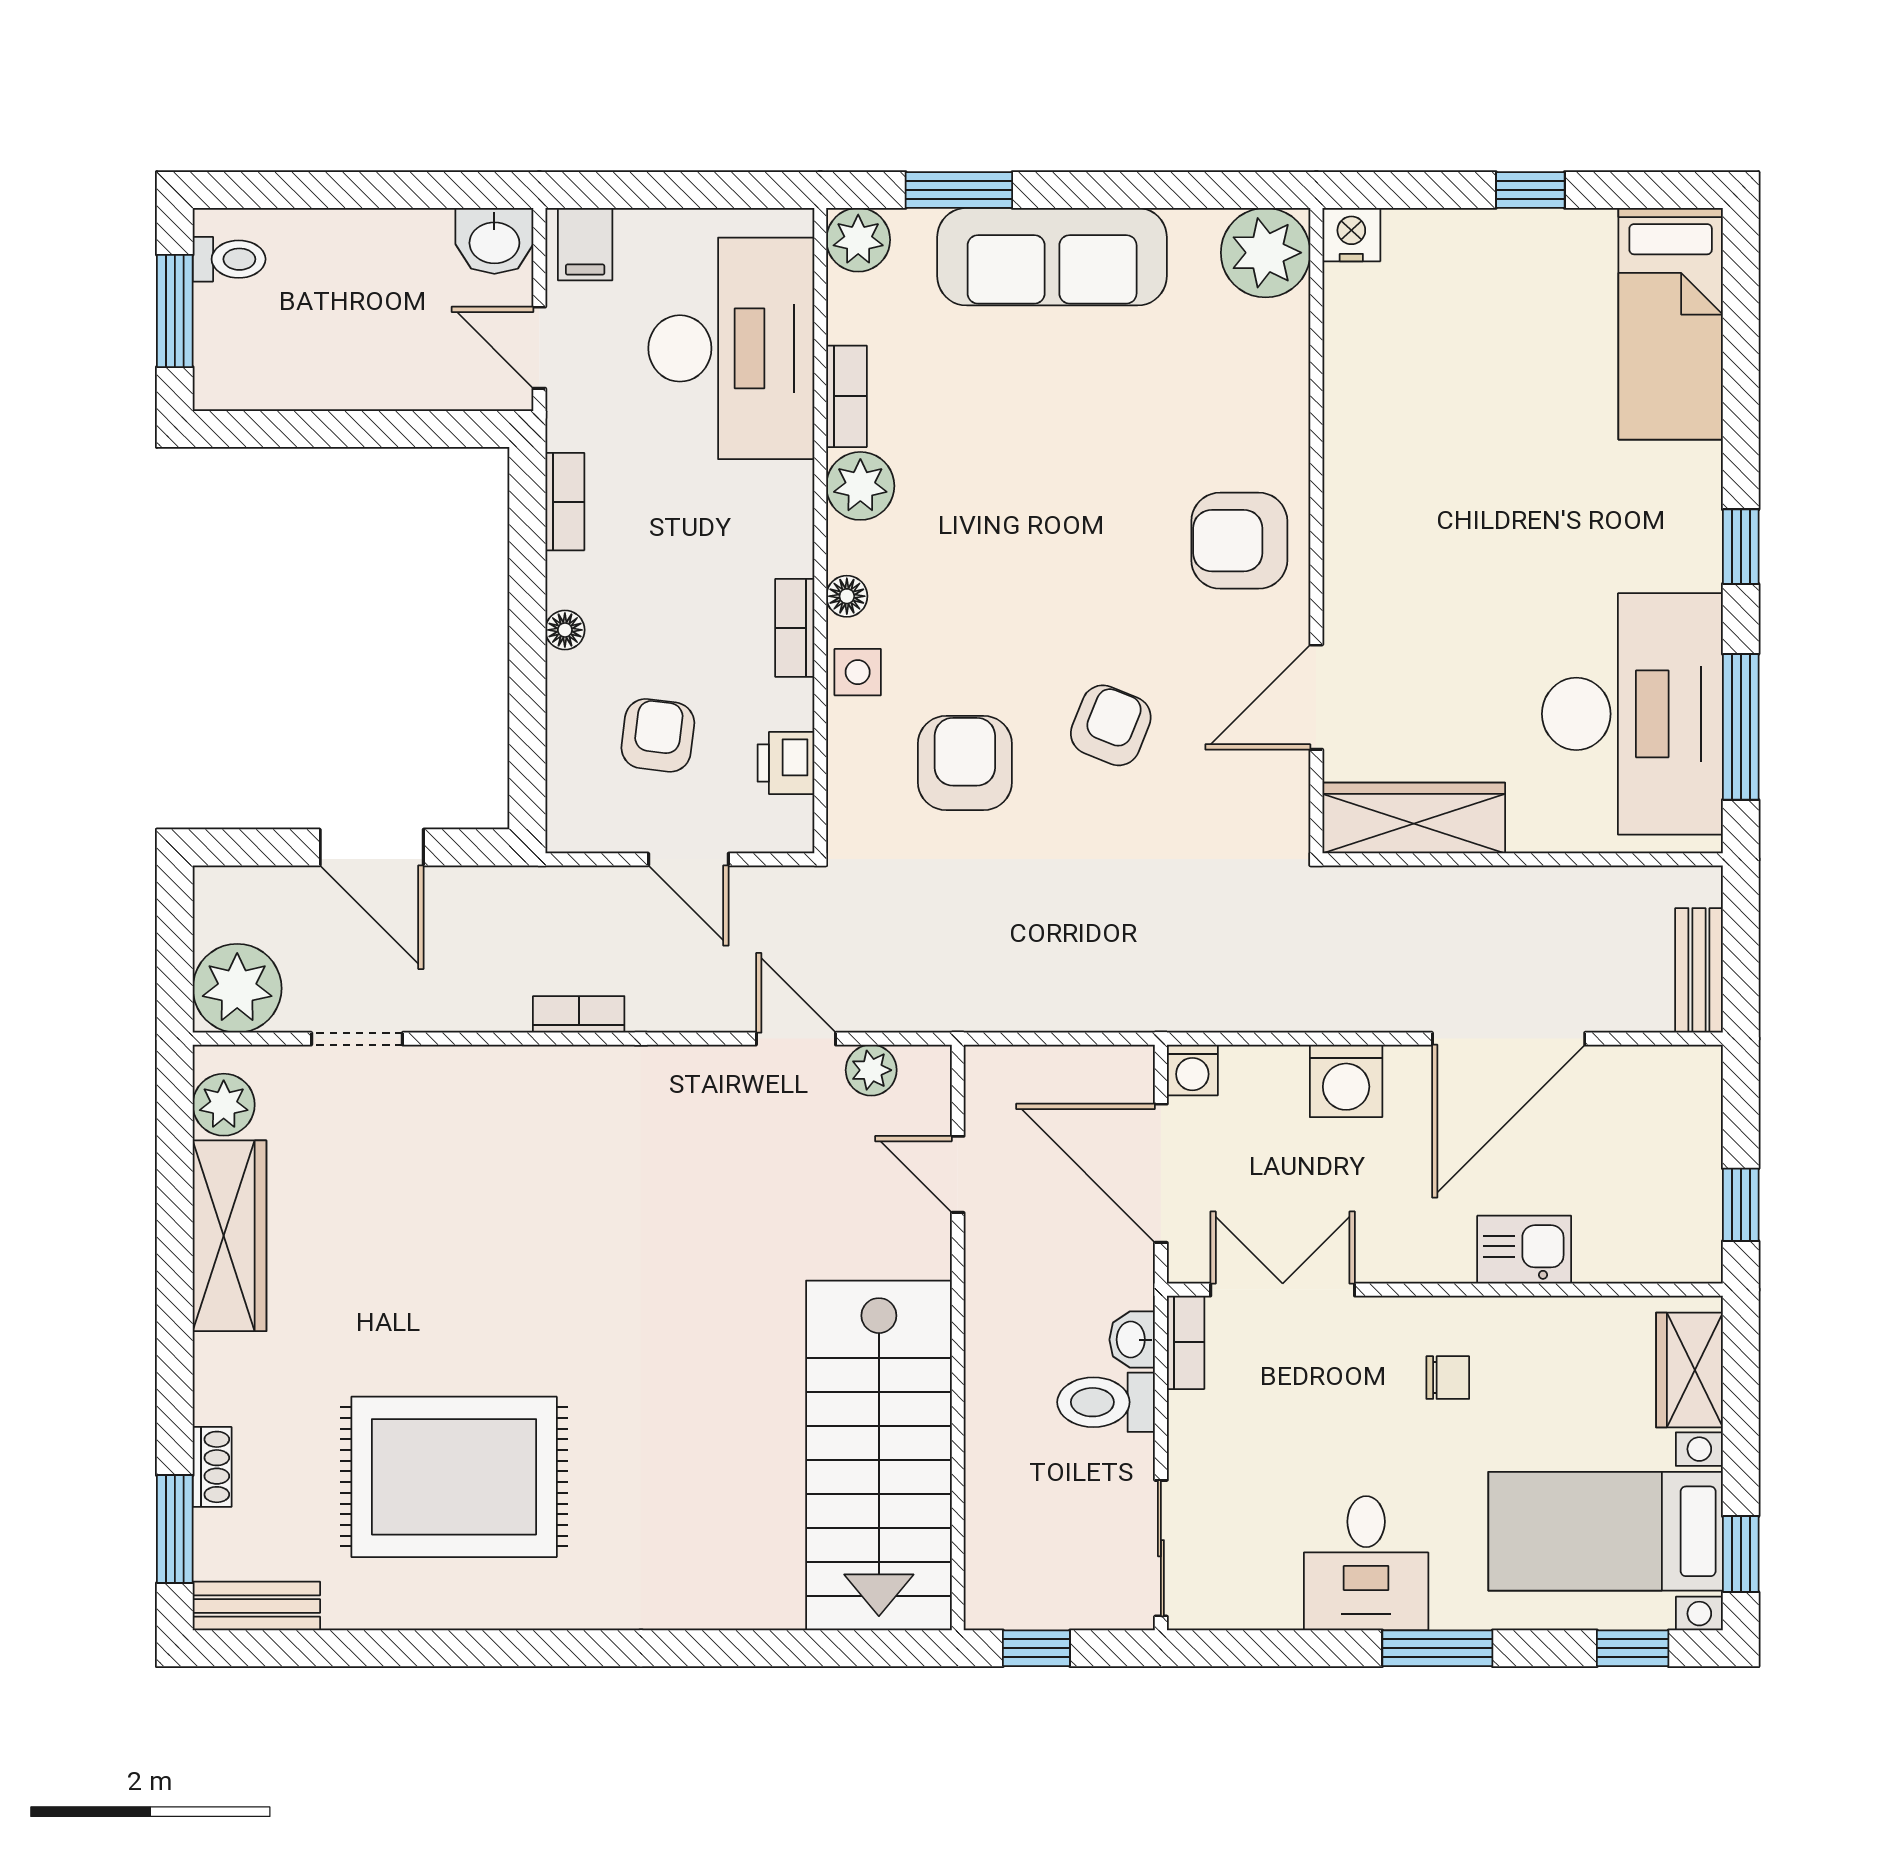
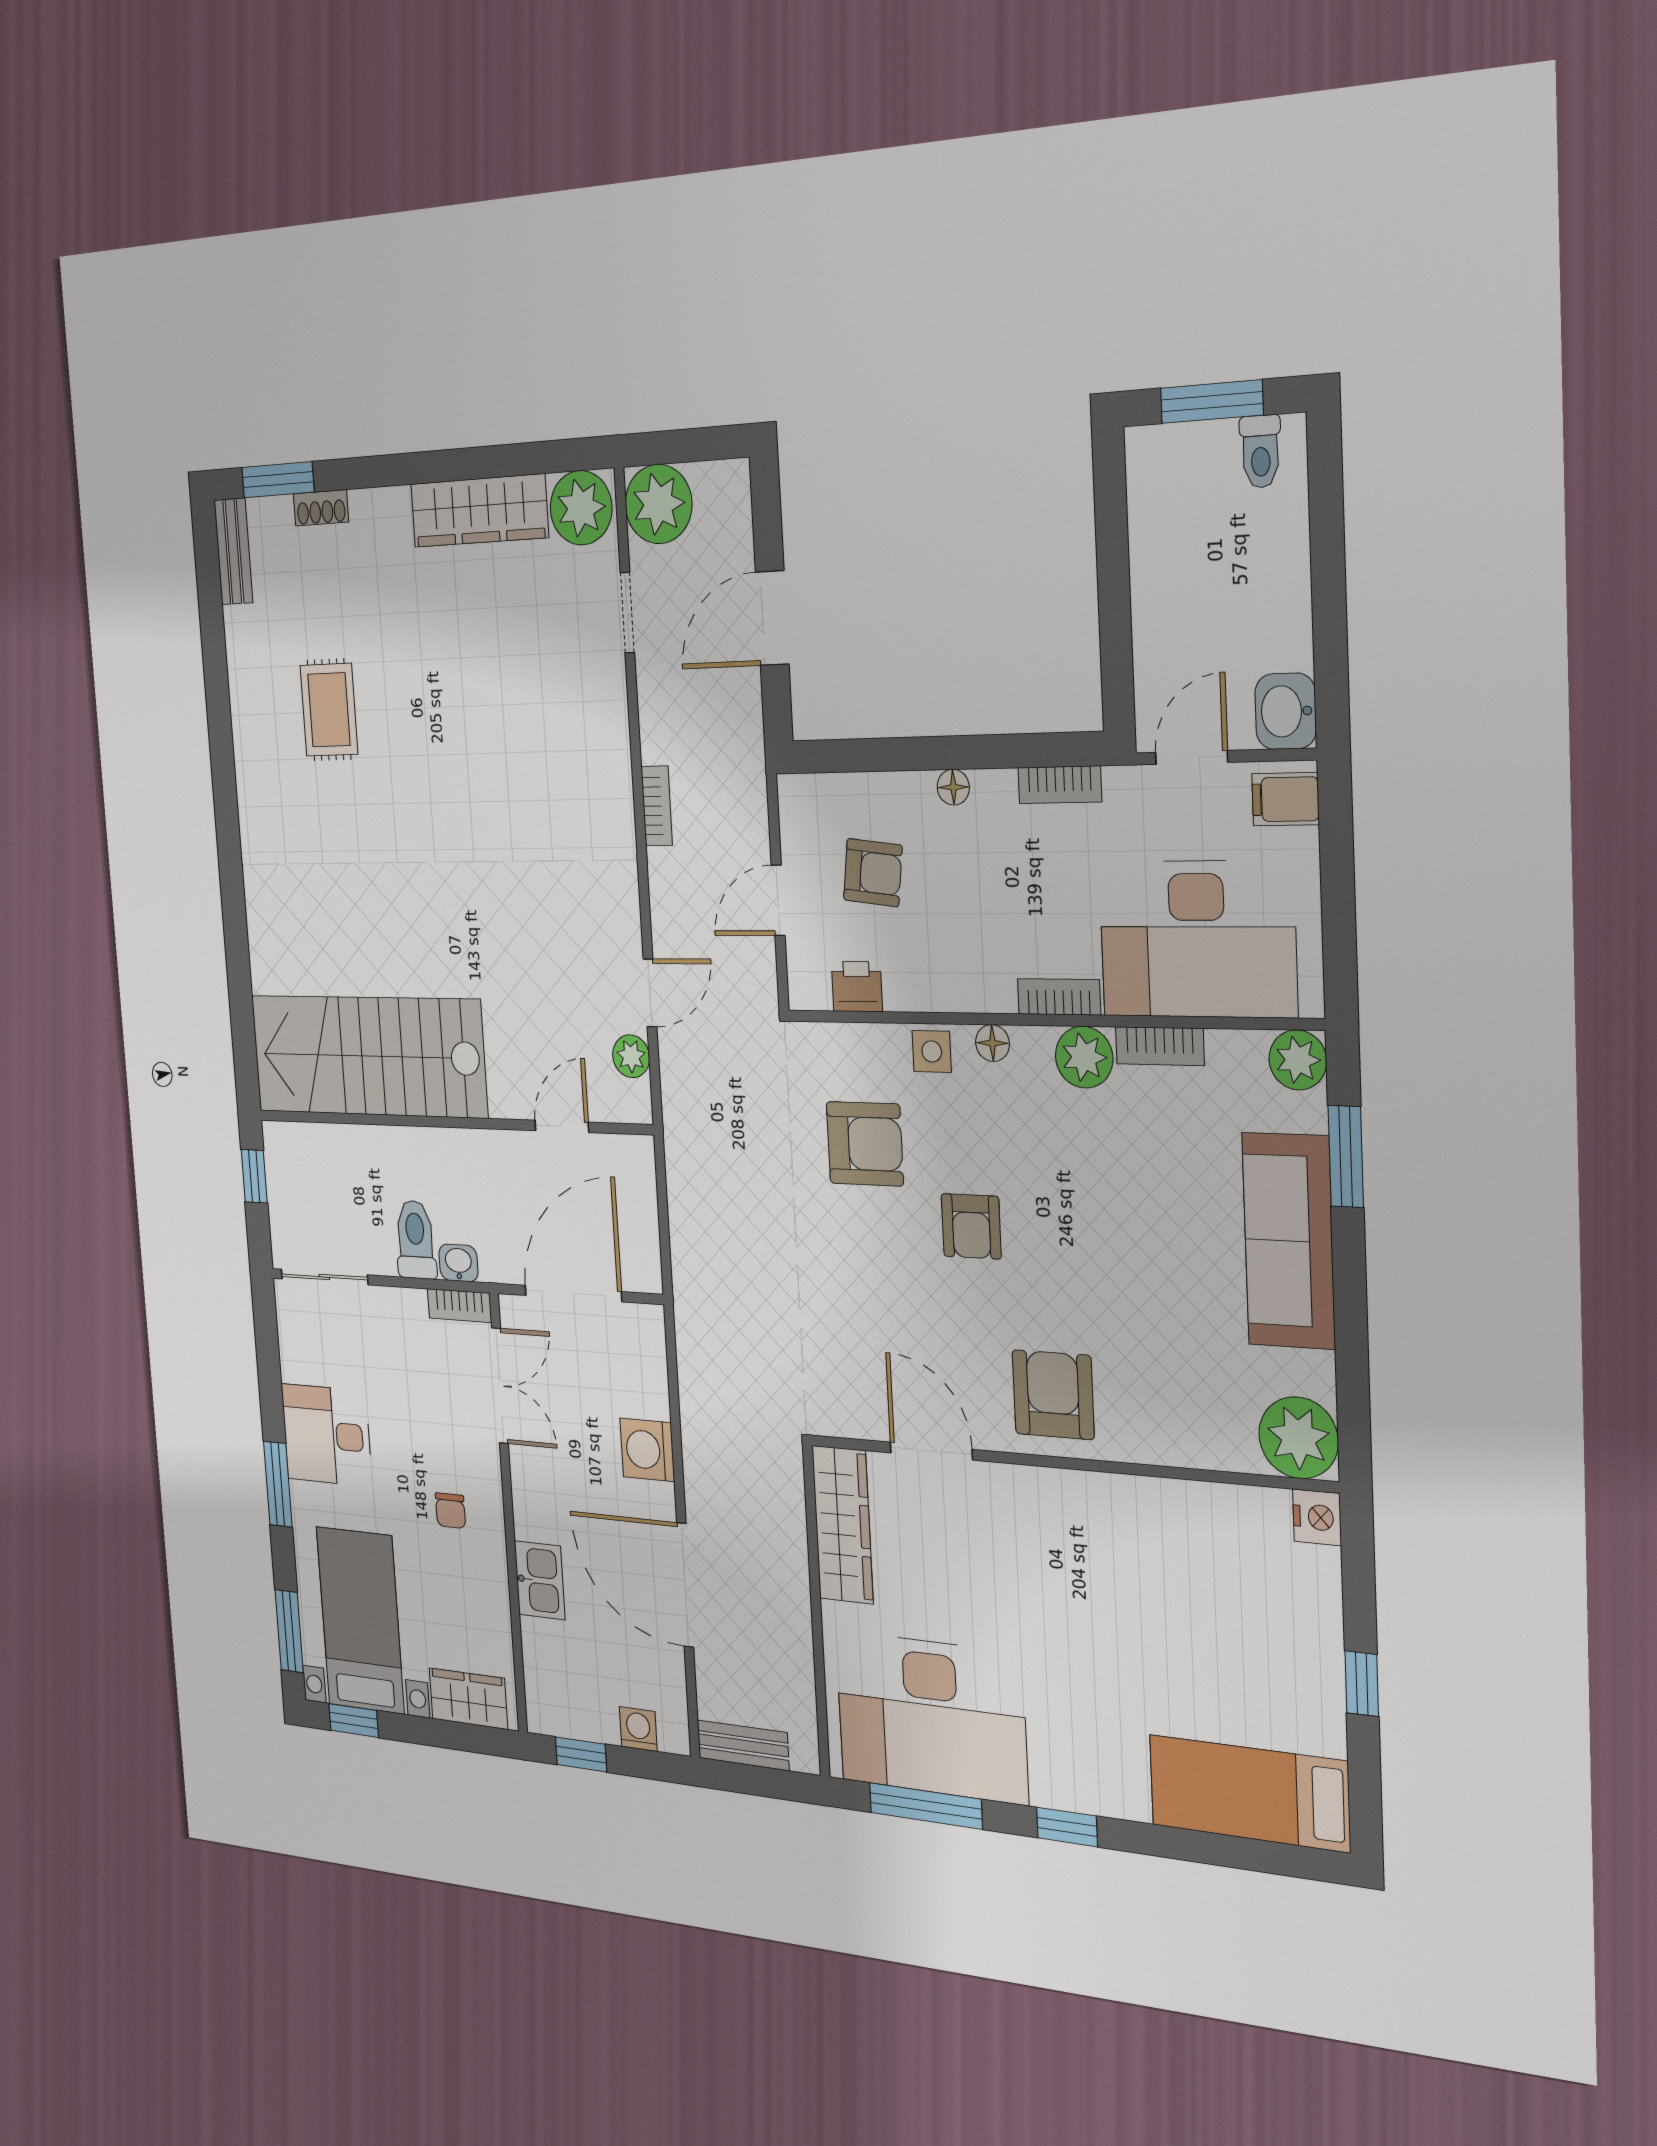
bookcase: (795, 628) -> (1059, 997), moved
armchair: (1111, 725) -> (971, 1226), moved, turned 68
washing machine: (1192, 1070) -> (638, 1729), moved, turned 90
plant: (224, 1105) -> (581, 508), width x1.36, depth x1.36
rug: (454, 1477) -> (329, 710), width x0.54, depth x0.49
window: (1633, 1648) -> (289, 1631), width x1.50

